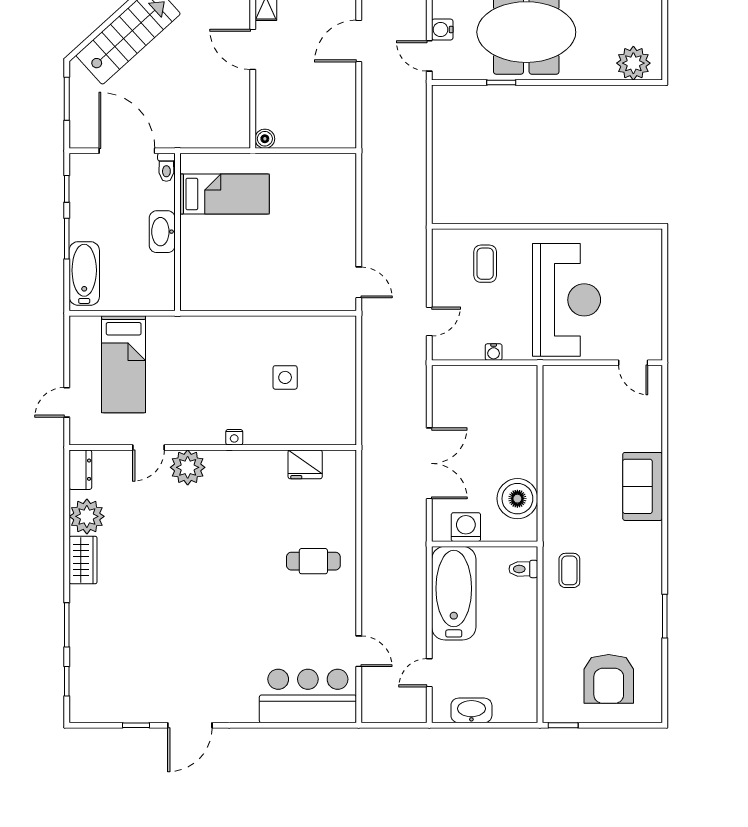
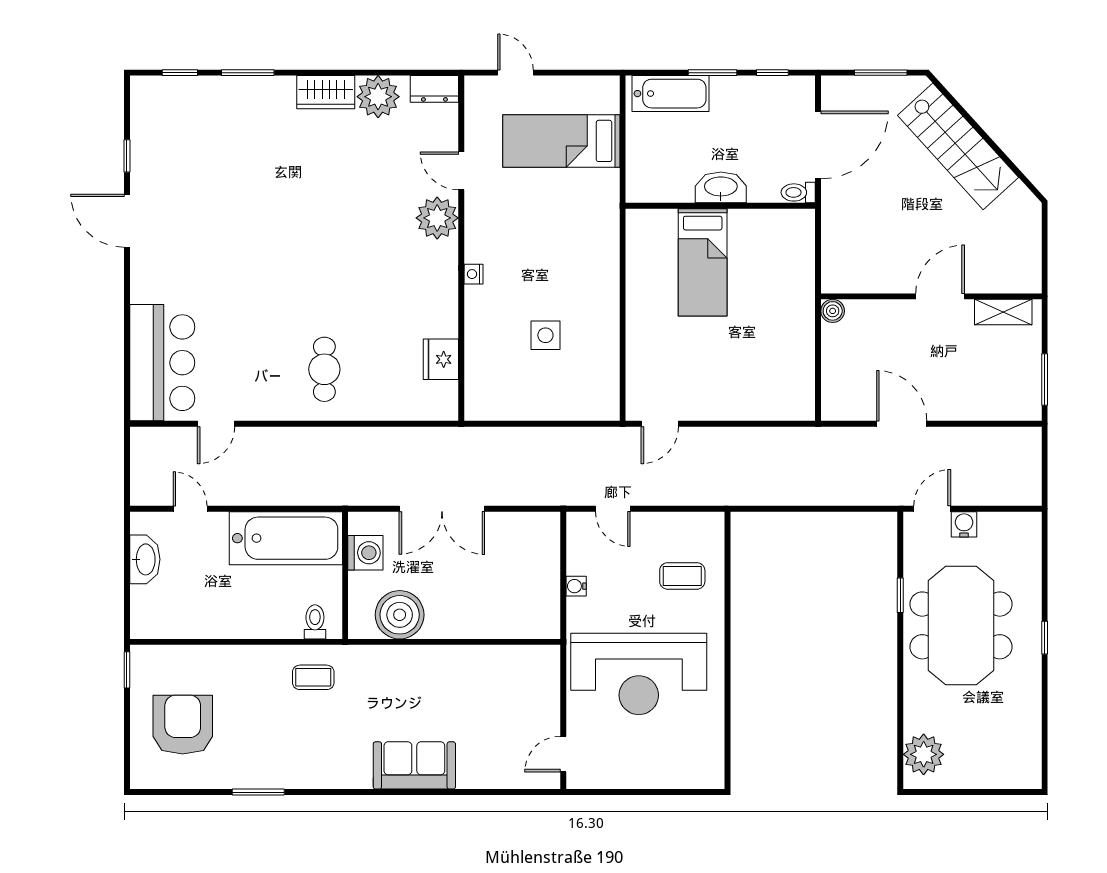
door: (359, 41) -> (902, 424), moved
bed: (224, 194) -> (703, 262), moved
armchair: (609, 679) -> (183, 725), turned 90

